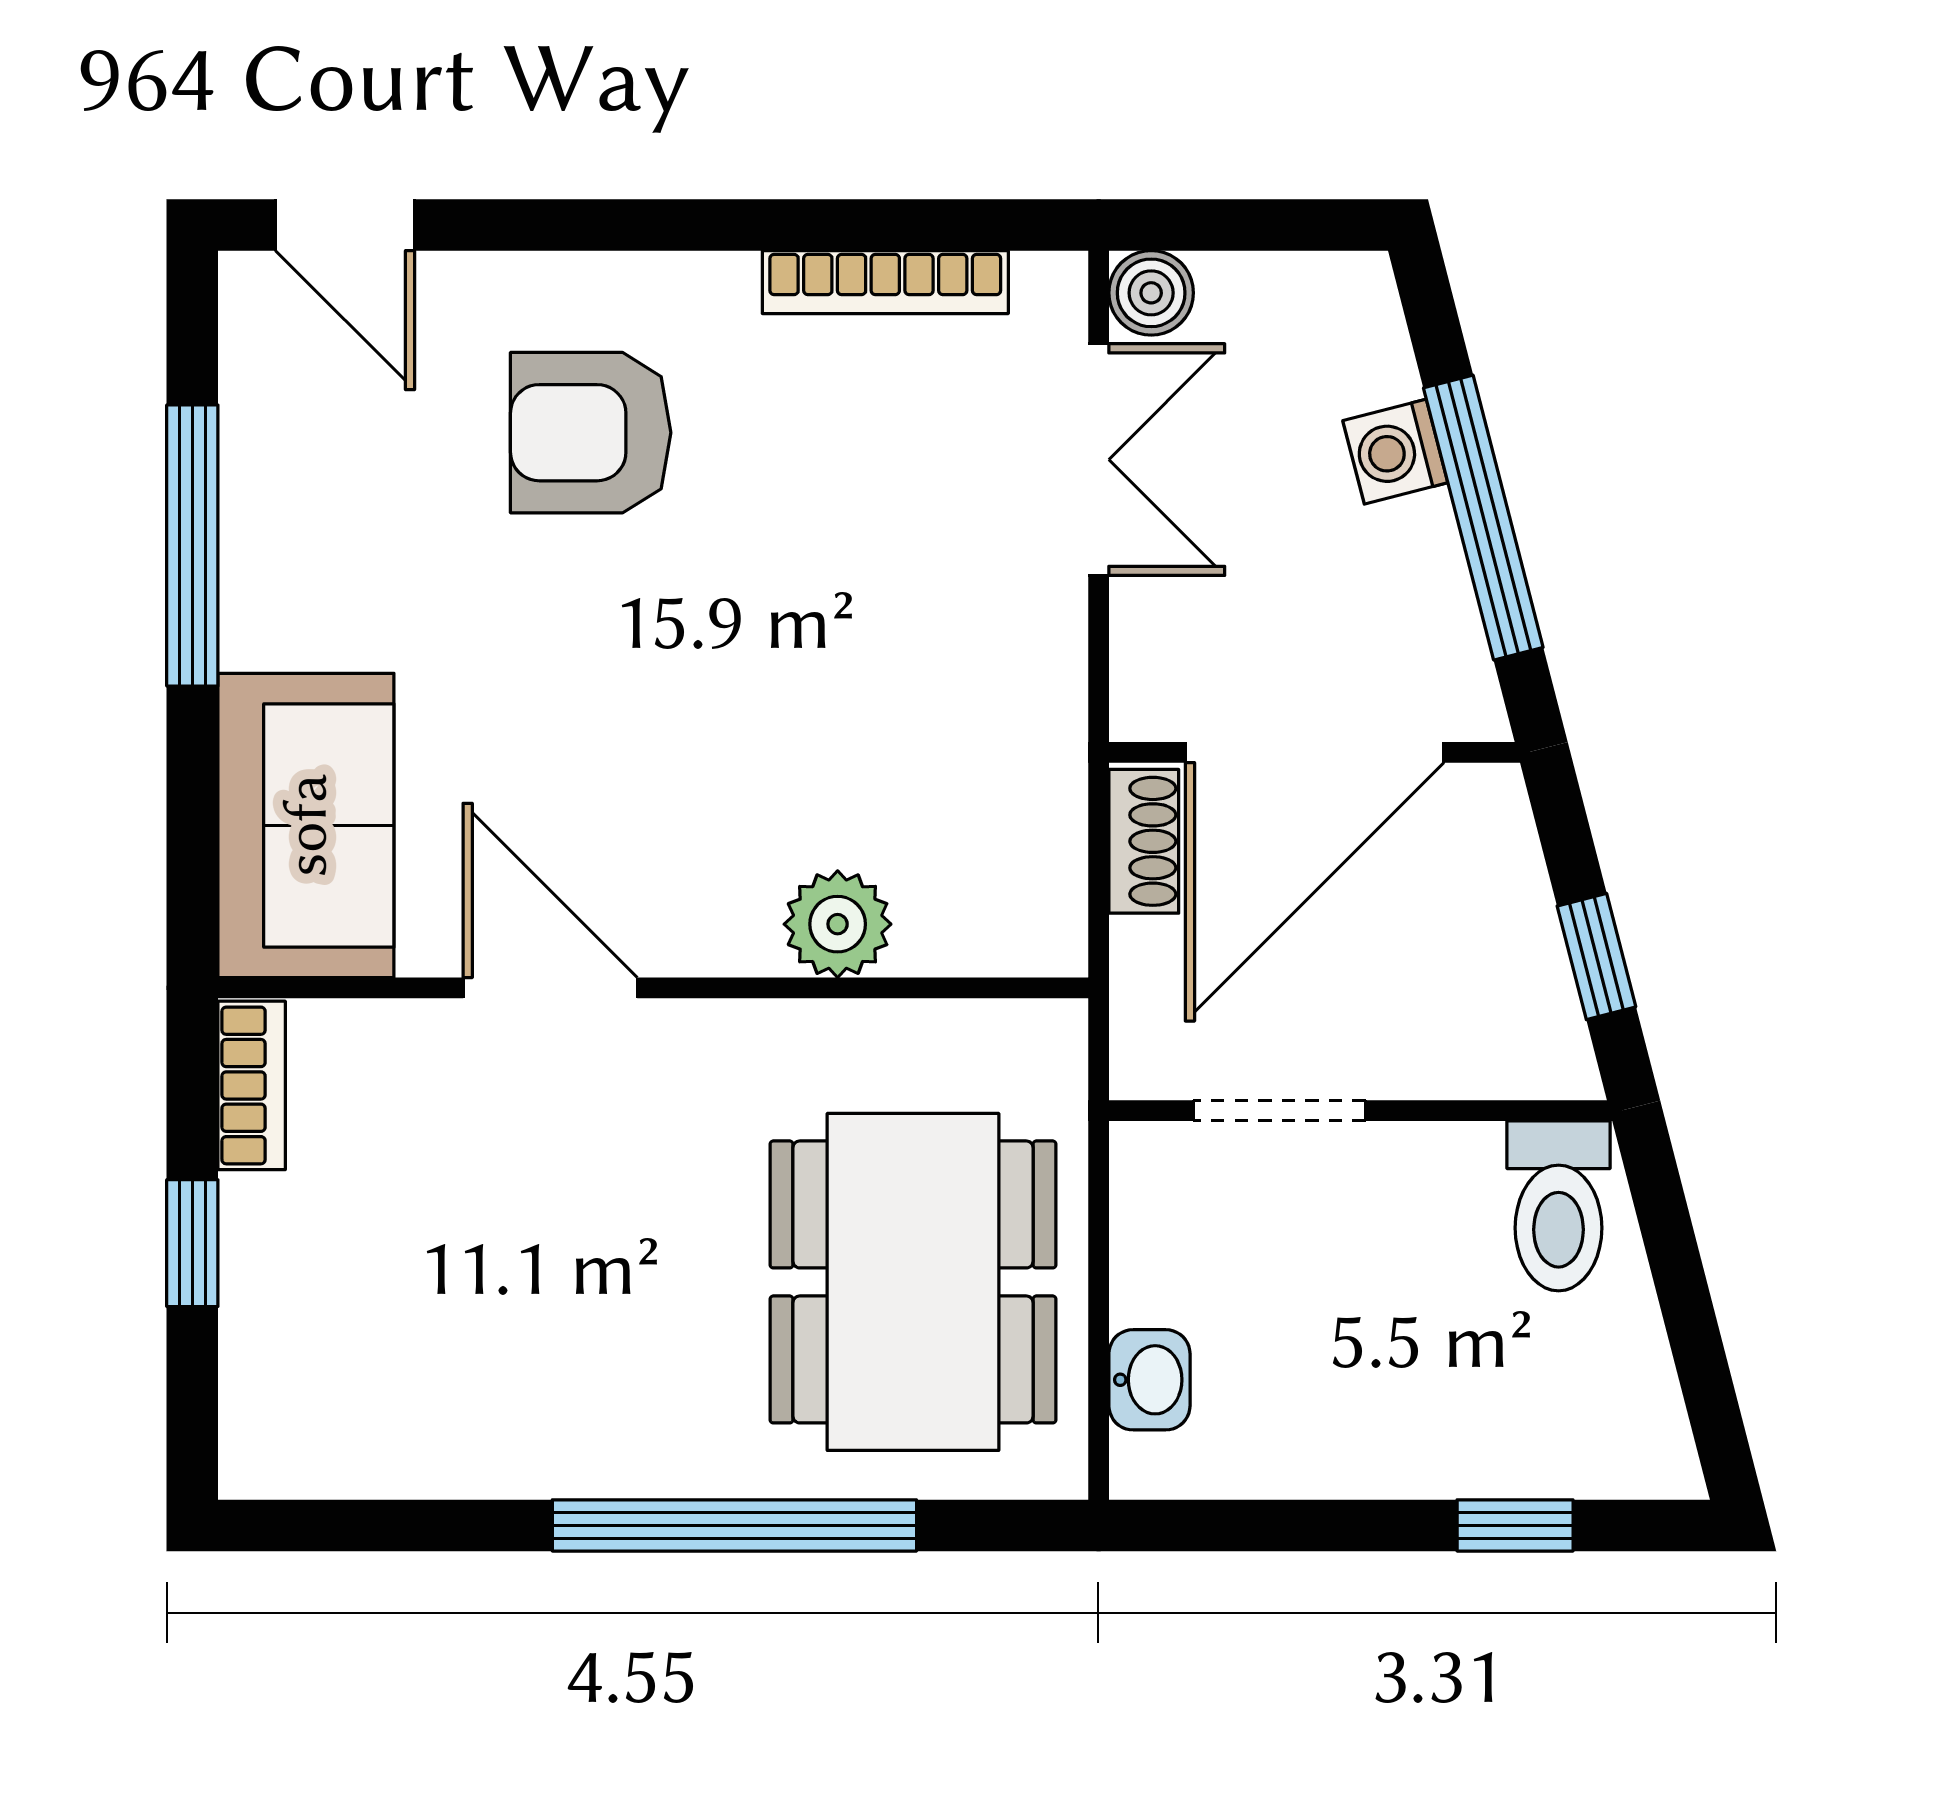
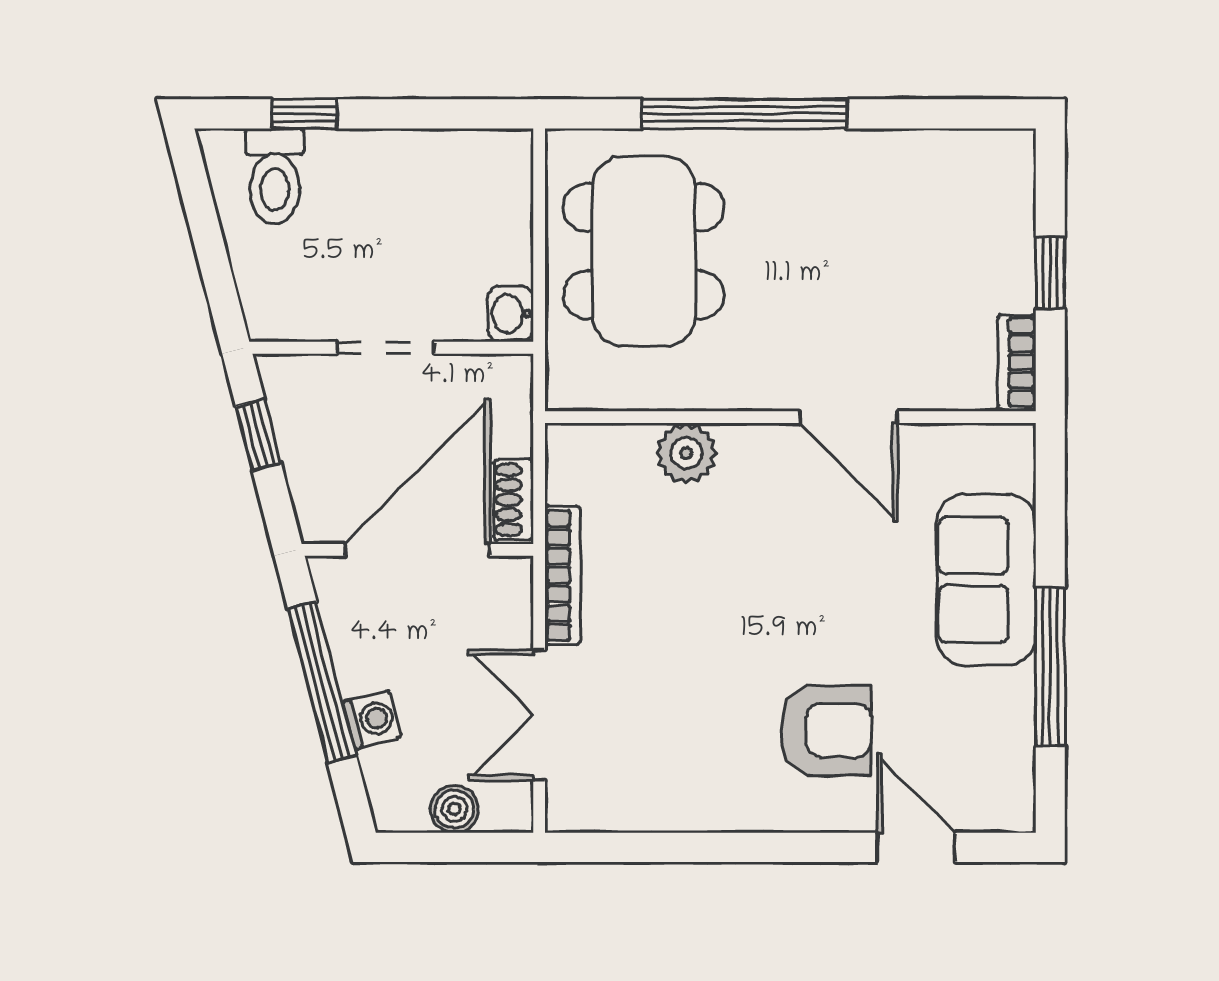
door: (345, 225) -> (916, 847), moved
bookcase: (885, 282) -> (563, 575), moved, turned 90
boiler: (1151, 293) -> (454, 809), moved
sofa: (306, 825) -> (986, 580), moved
doorway: (1280, 1111) -> (386, 348), moved
toilet: (1559, 1206) -> (275, 176), moved, turned 180
washbasin: (1149, 1380) -> (510, 314), moved

